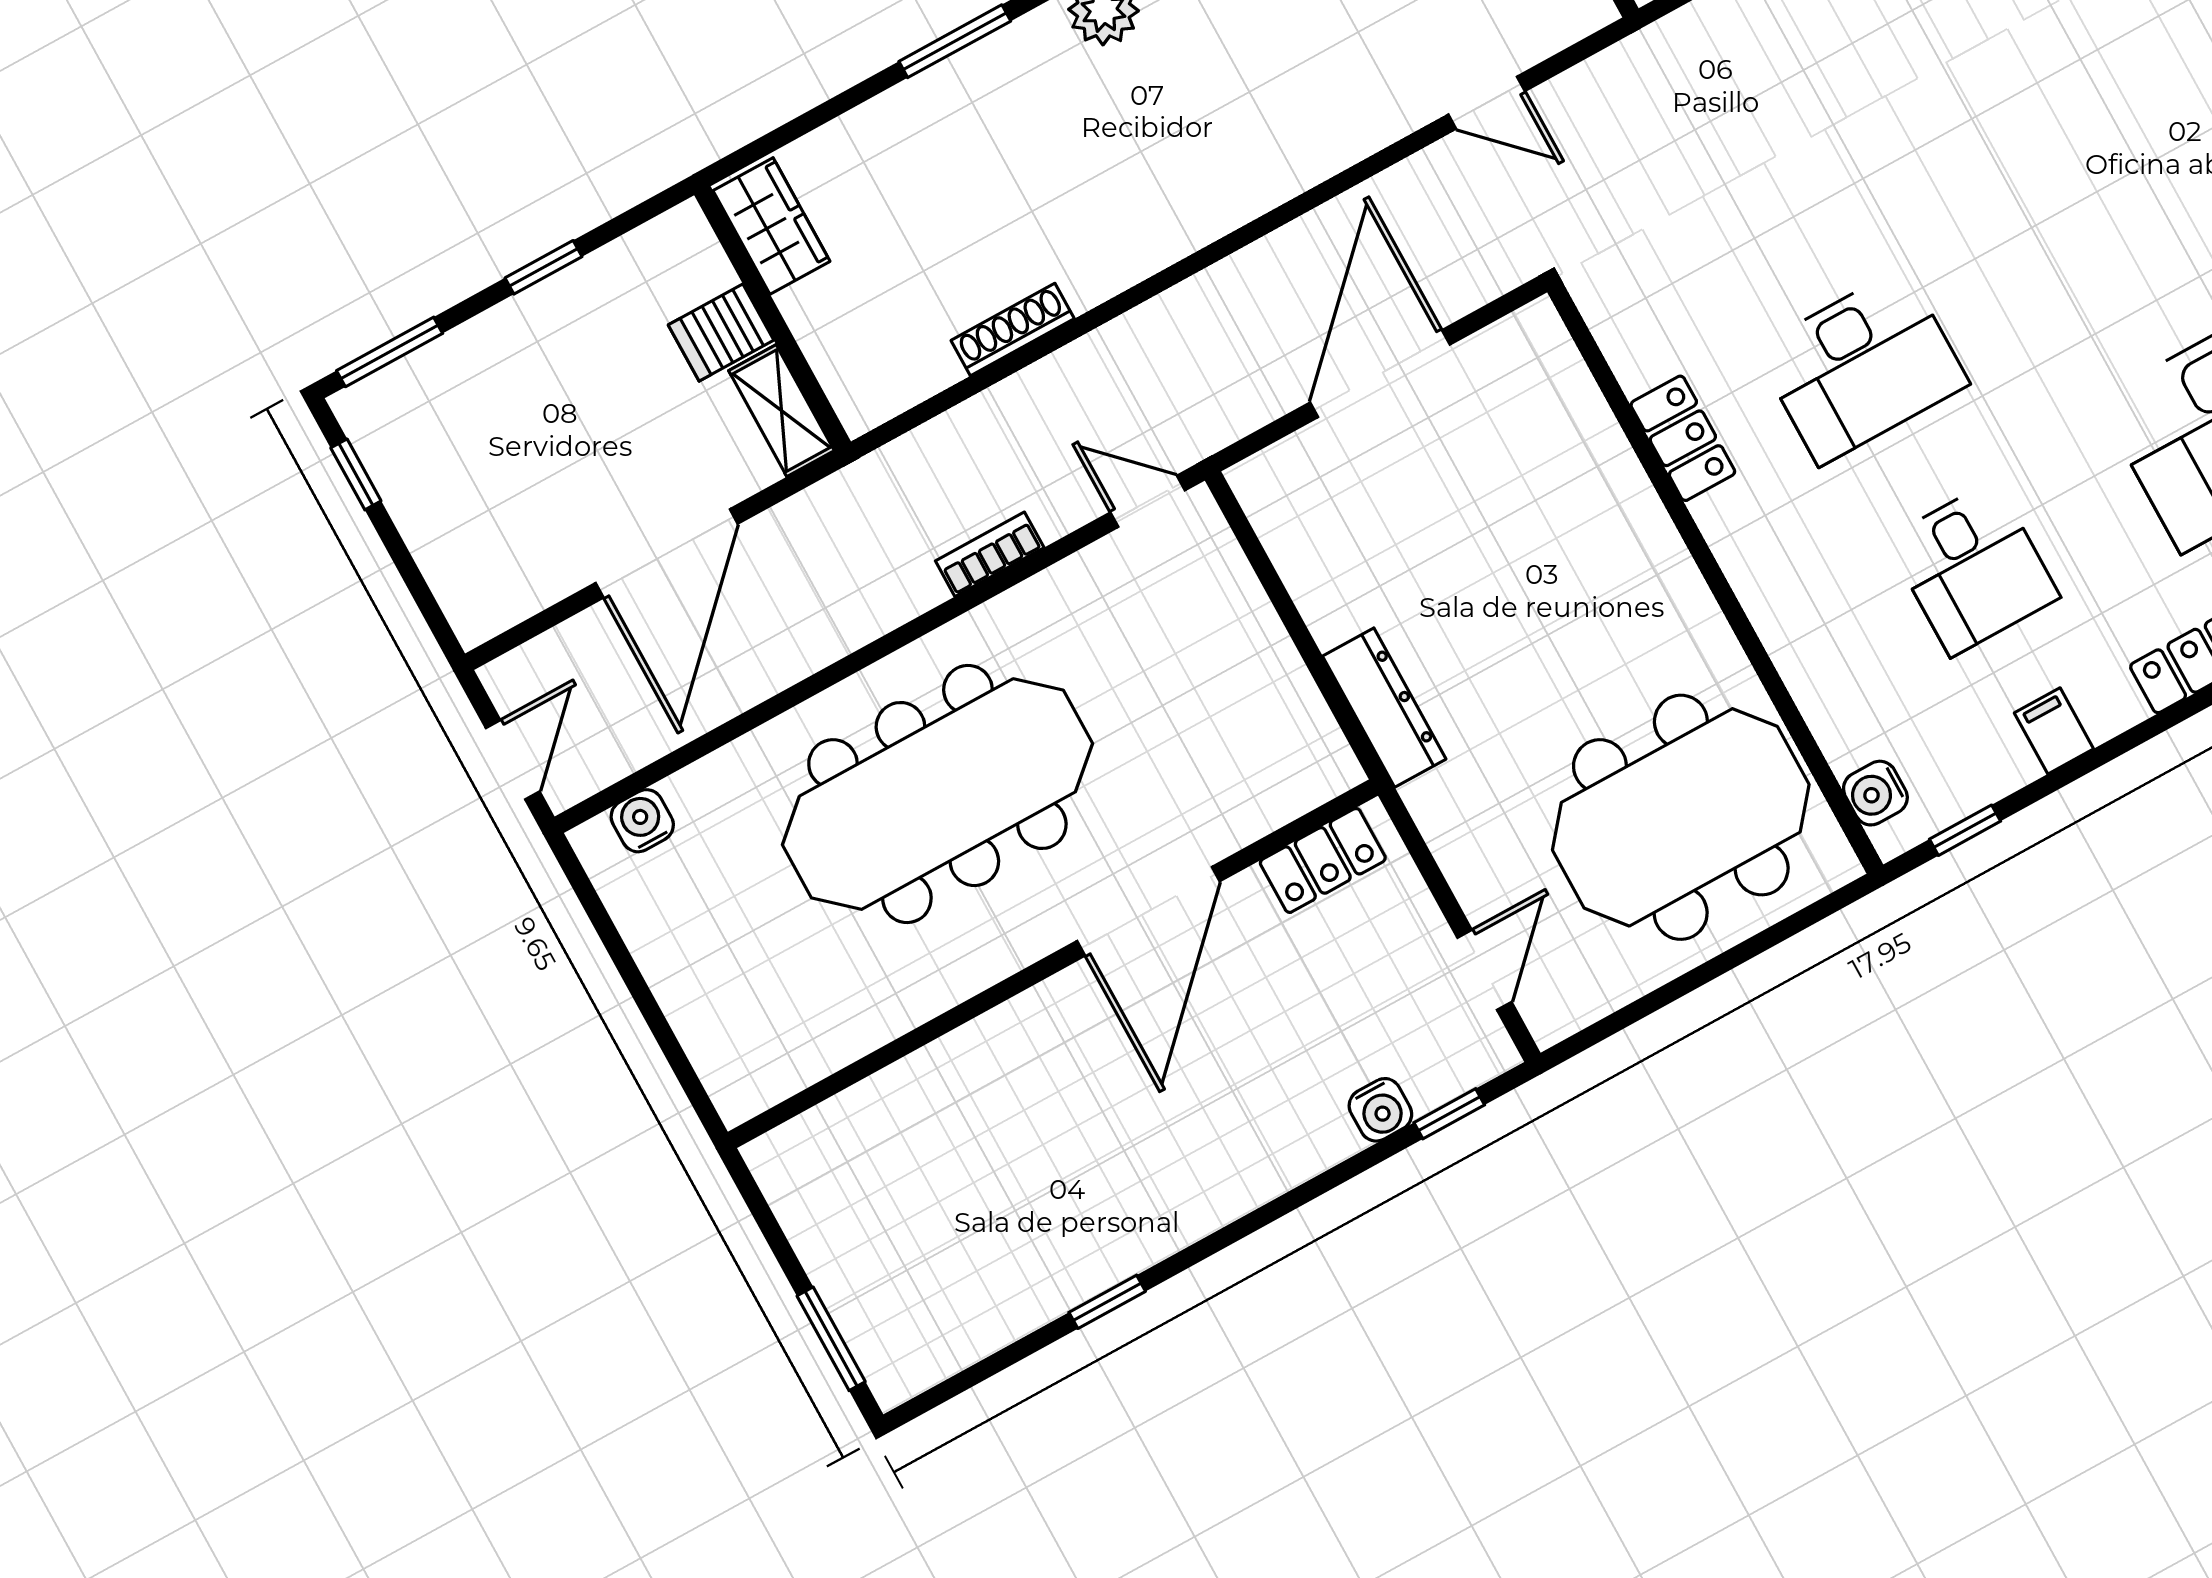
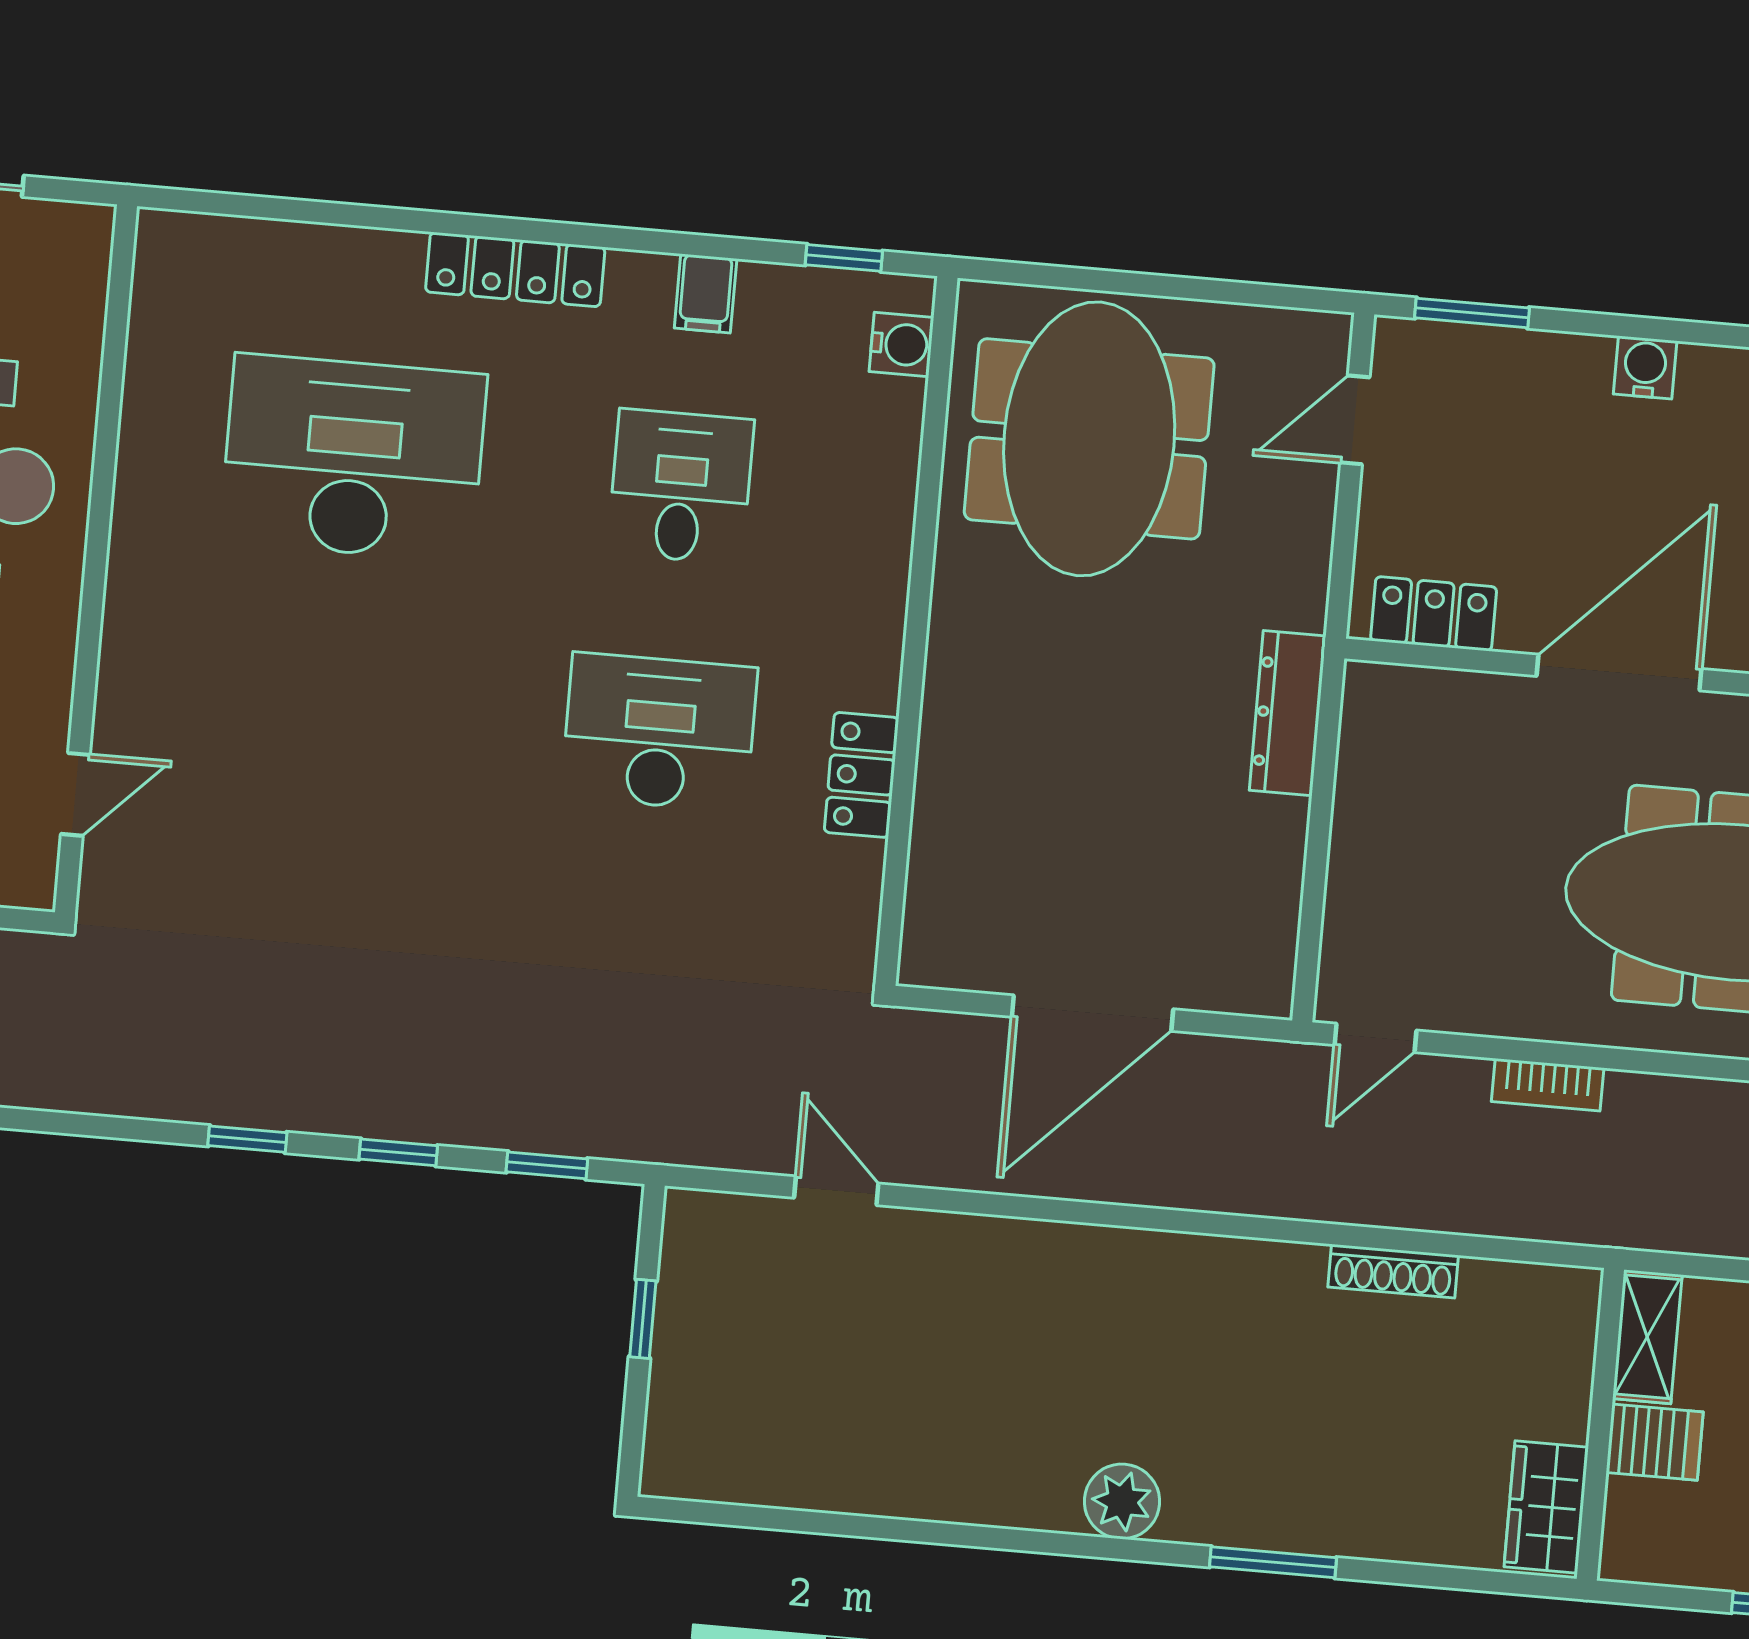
door: (1148, 501) -> (1375, 1038), hinge flipped
meeting table: (1681, 817) -> (1089, 439), turned 90
water cooler: (1380, 1110) -> (1645, 367), moved
window: (1449, 1114) -> (1472, 313), width x1.50

